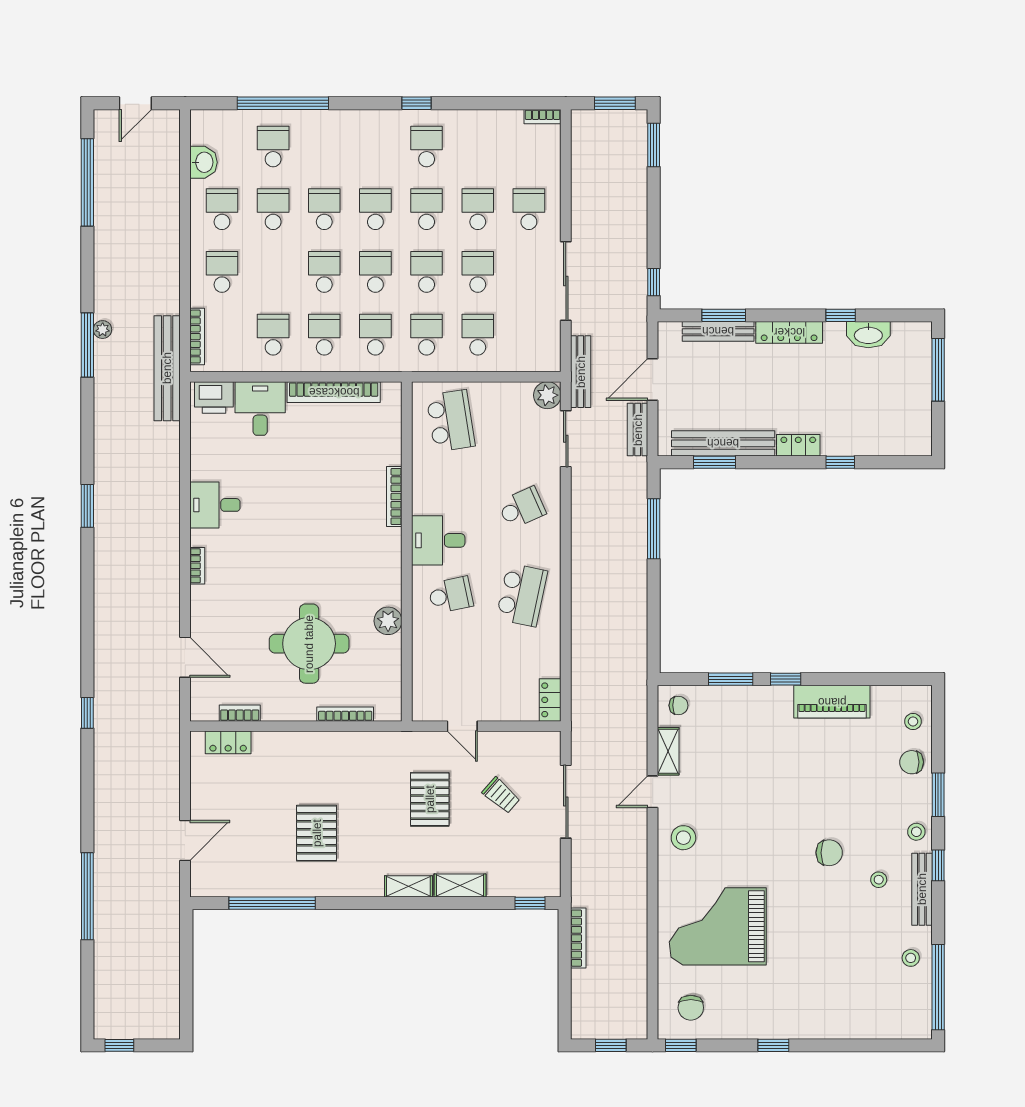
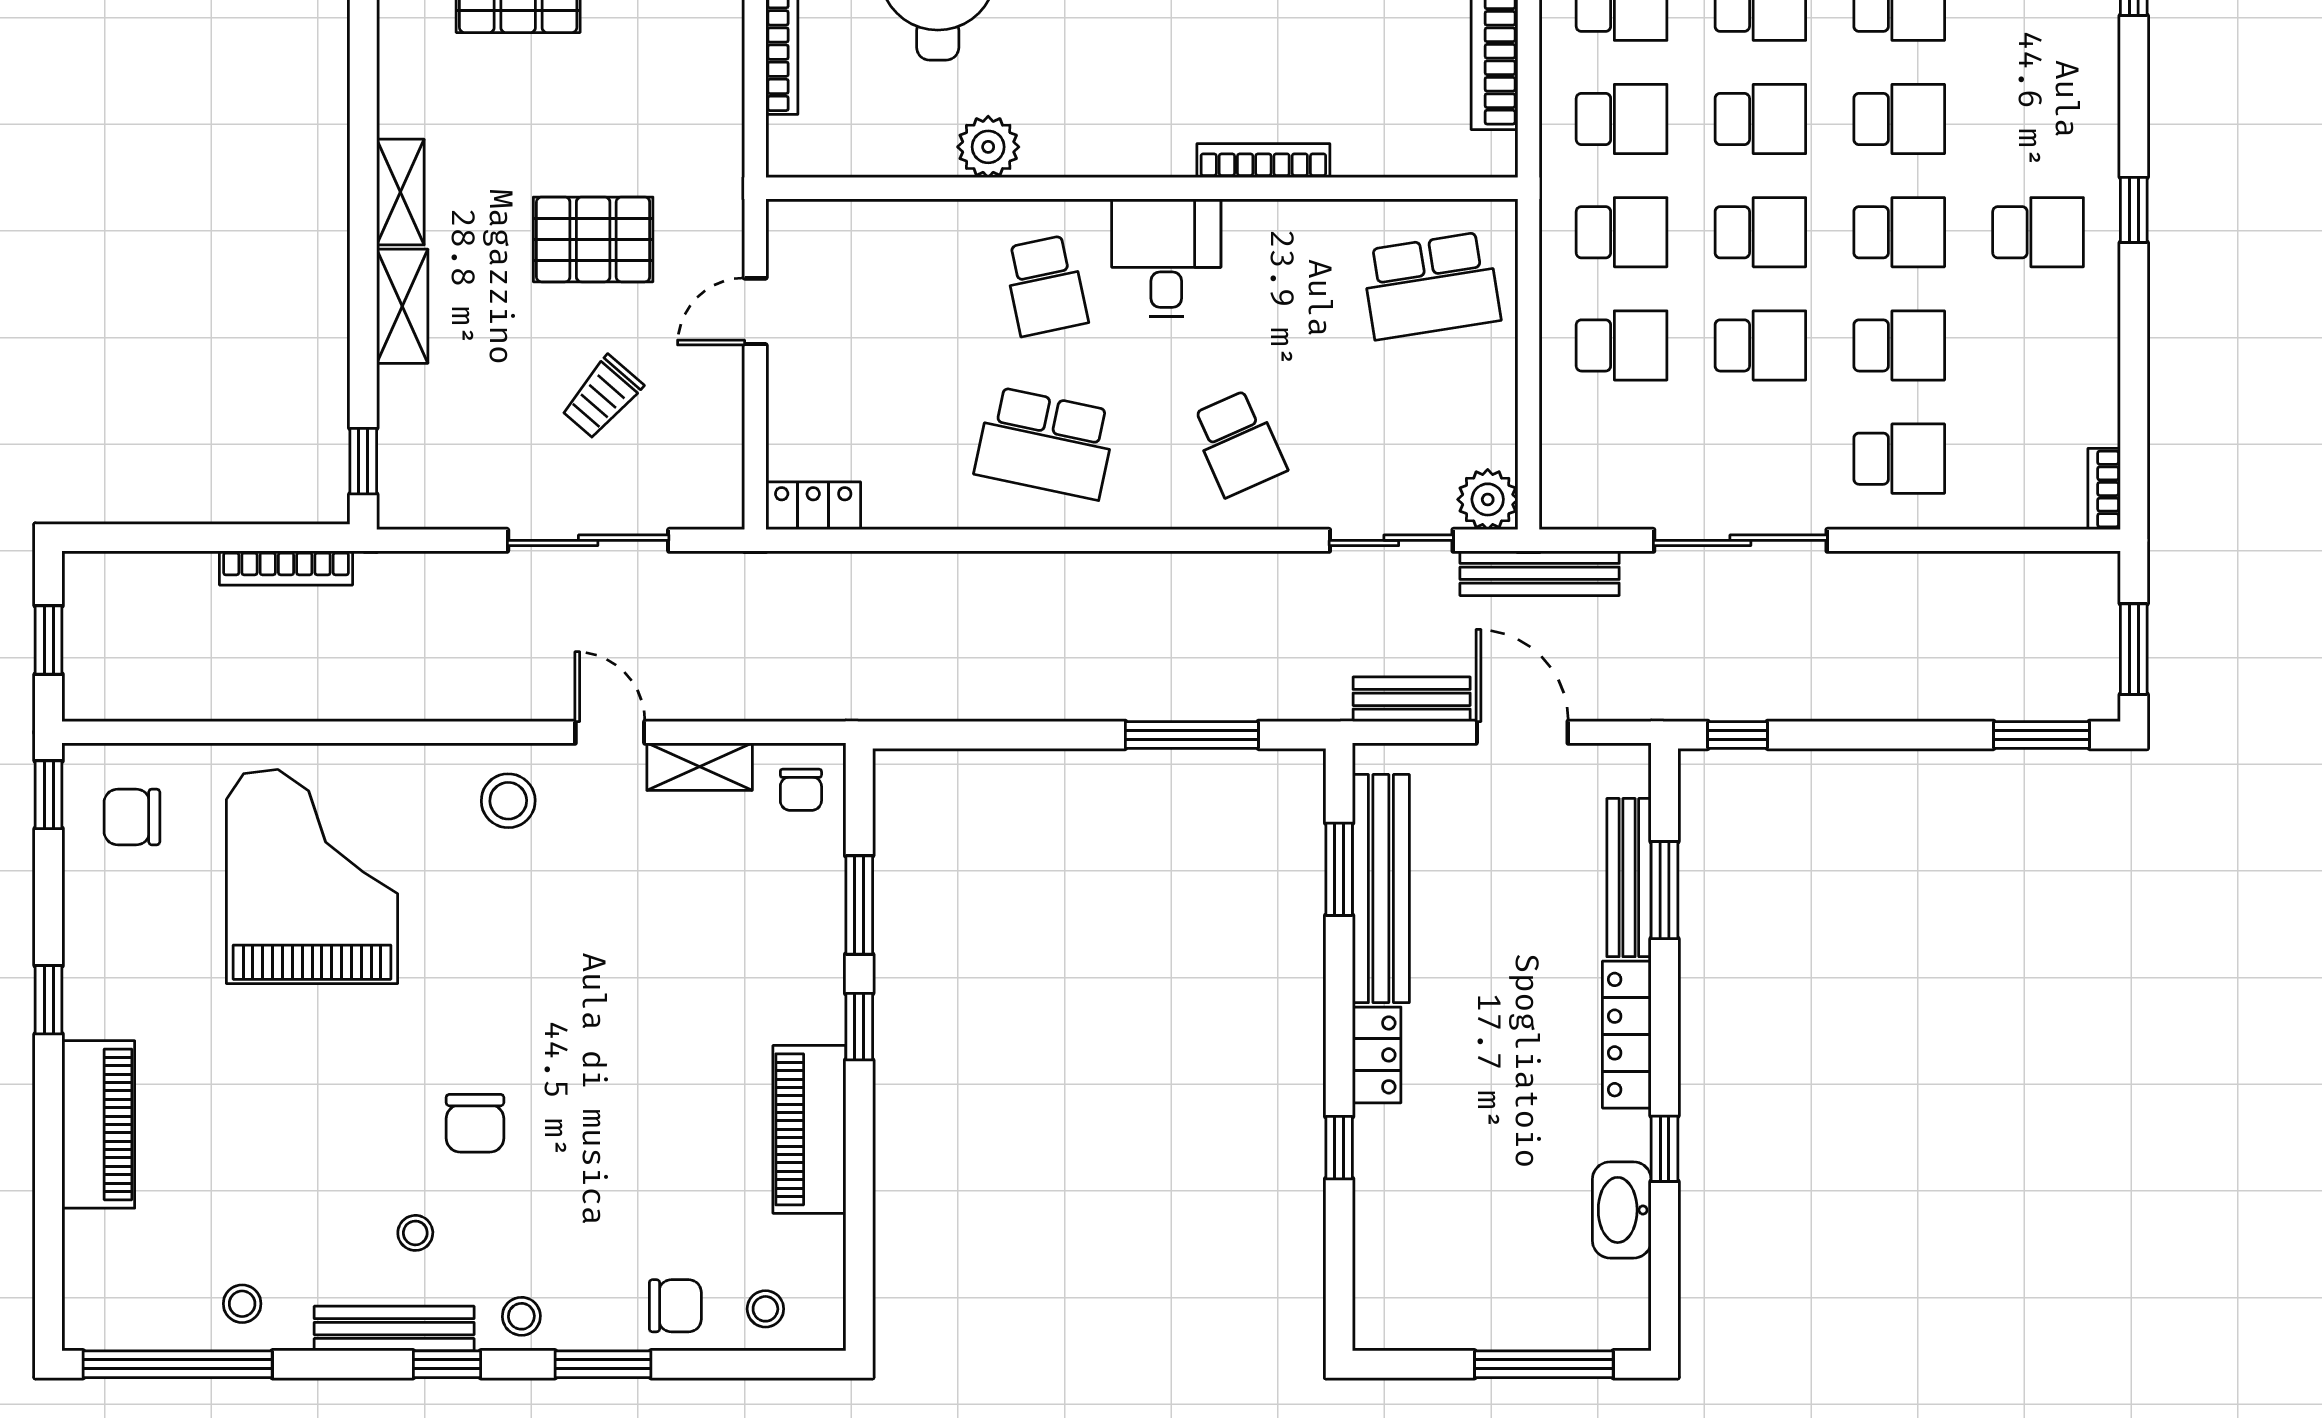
chair: (912, 762) -> (675, 1306), turned 90
piano: (830, 1023) -> (98, 1124), added

